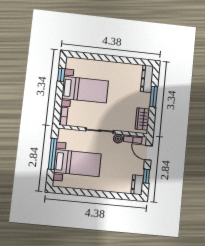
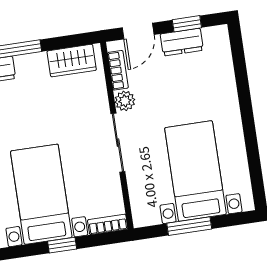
window: (61, 75) -> (62, 245), moved
window: (53, 154) -> (189, 226), width x0.69
dresser: (137, 185) -> (182, 42), moved

